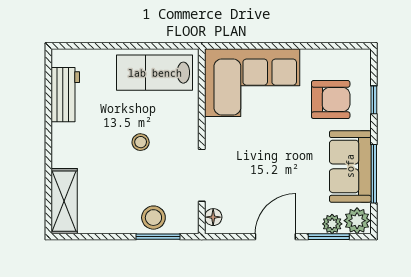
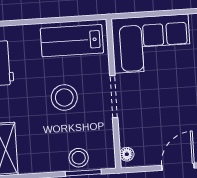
stool: (141, 142) -> (64, 97), width x1.89, depth x1.89
doorway: (202, 175) -> (114, 97), moved

